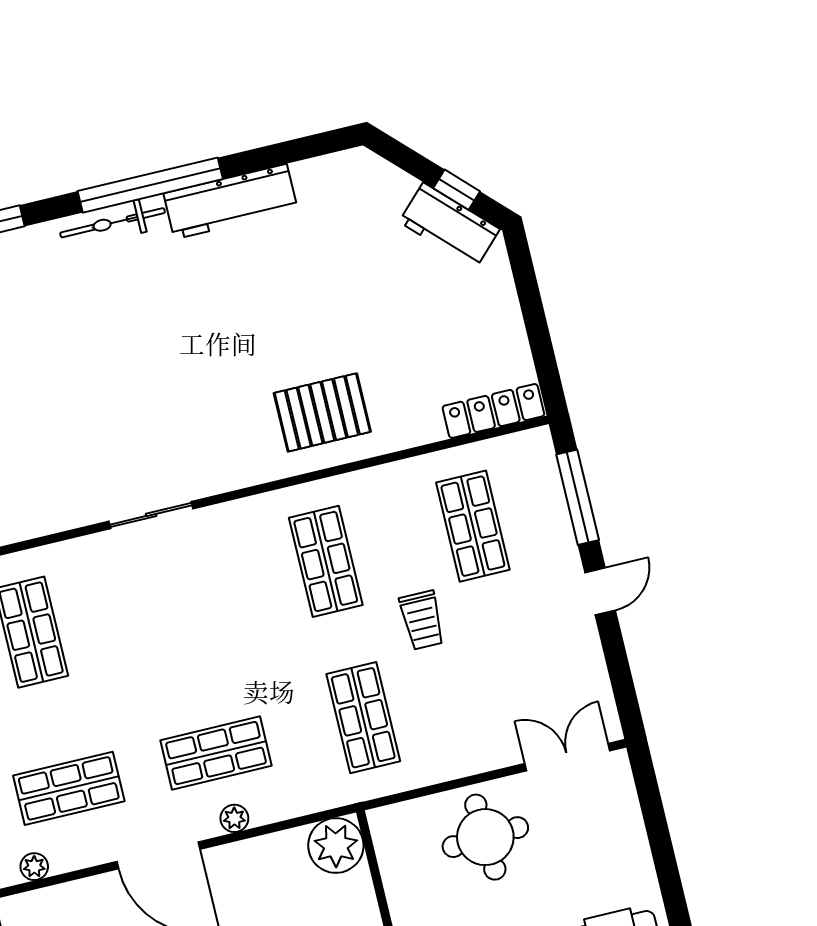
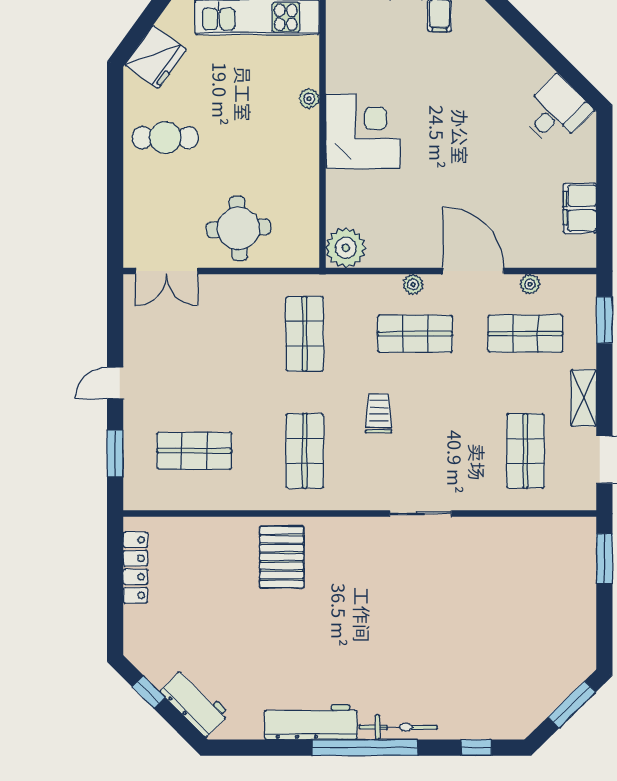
workbench: (449, 226) -> (195, 703), moved
locker: (493, 411) -> (135, 568), moved, turned -90
pallet: (322, 412) -> (282, 557), turned 90
window: (578, 497) -> (115, 454), width x0.69
shop shelf: (473, 526) -> (194, 451), turned 90
trolley: (422, 620) -> (379, 413), moved
plant: (34, 867) -> (530, 284), moved

